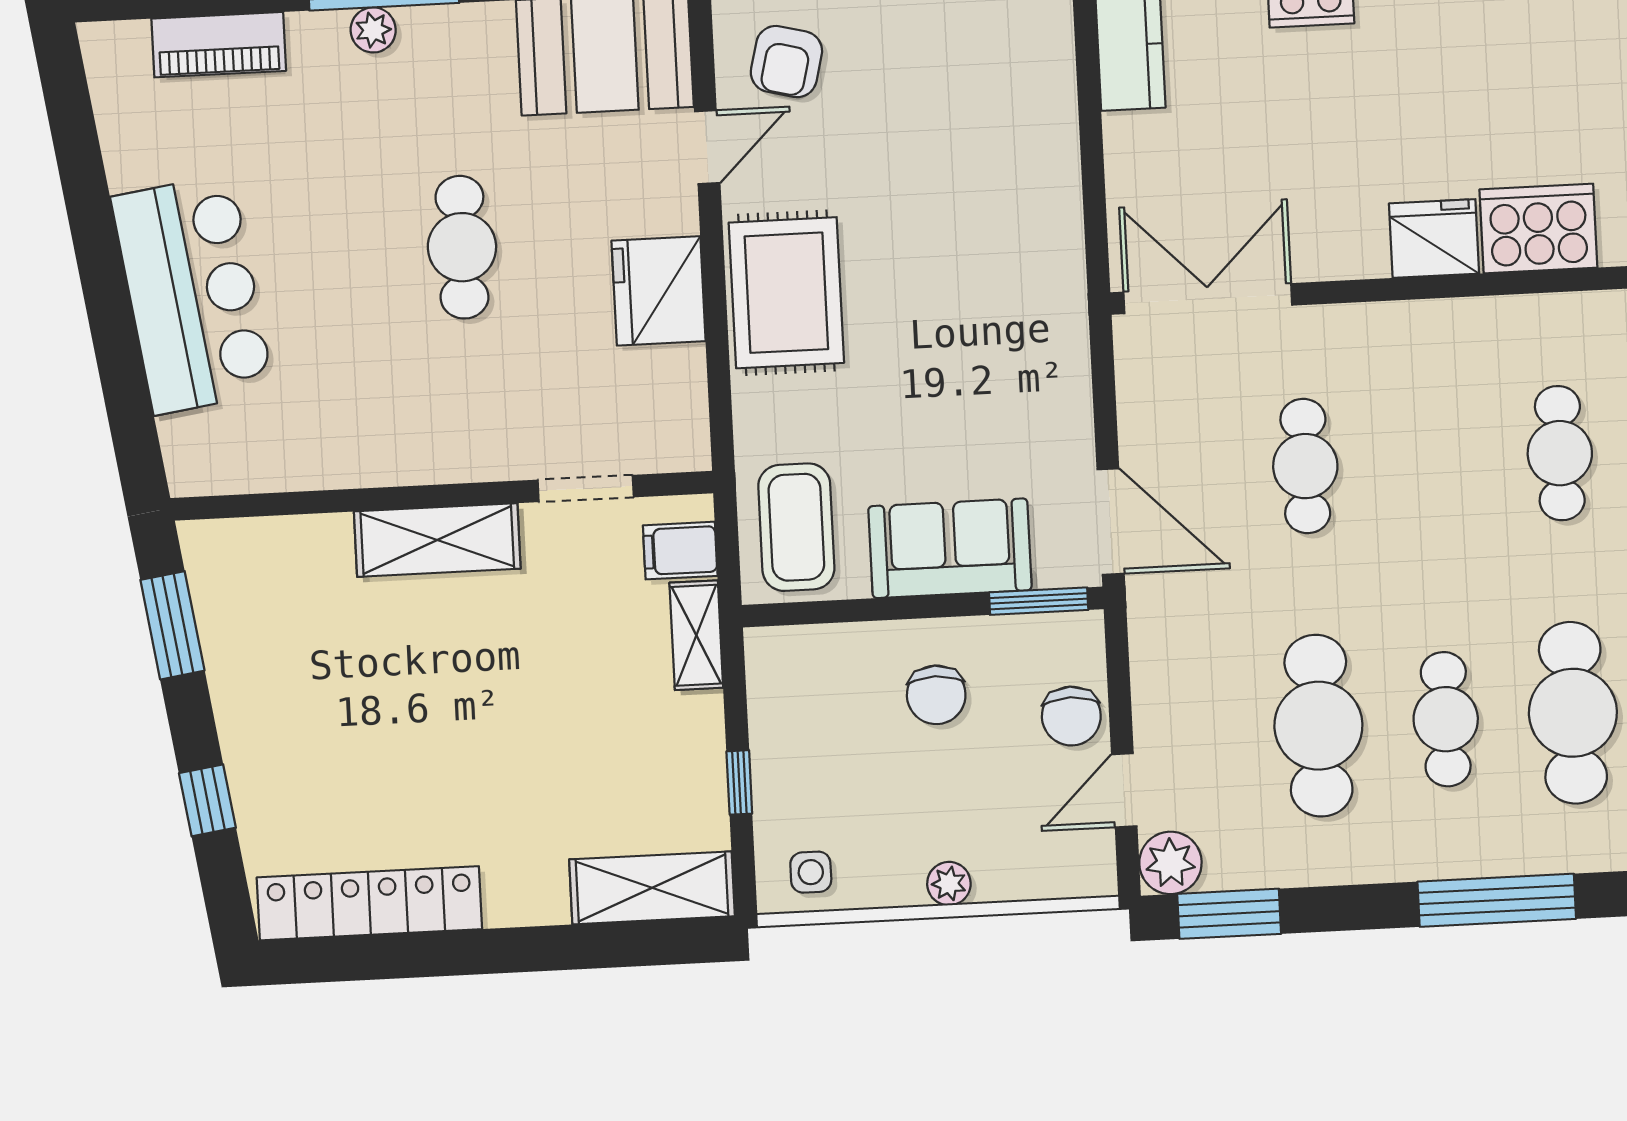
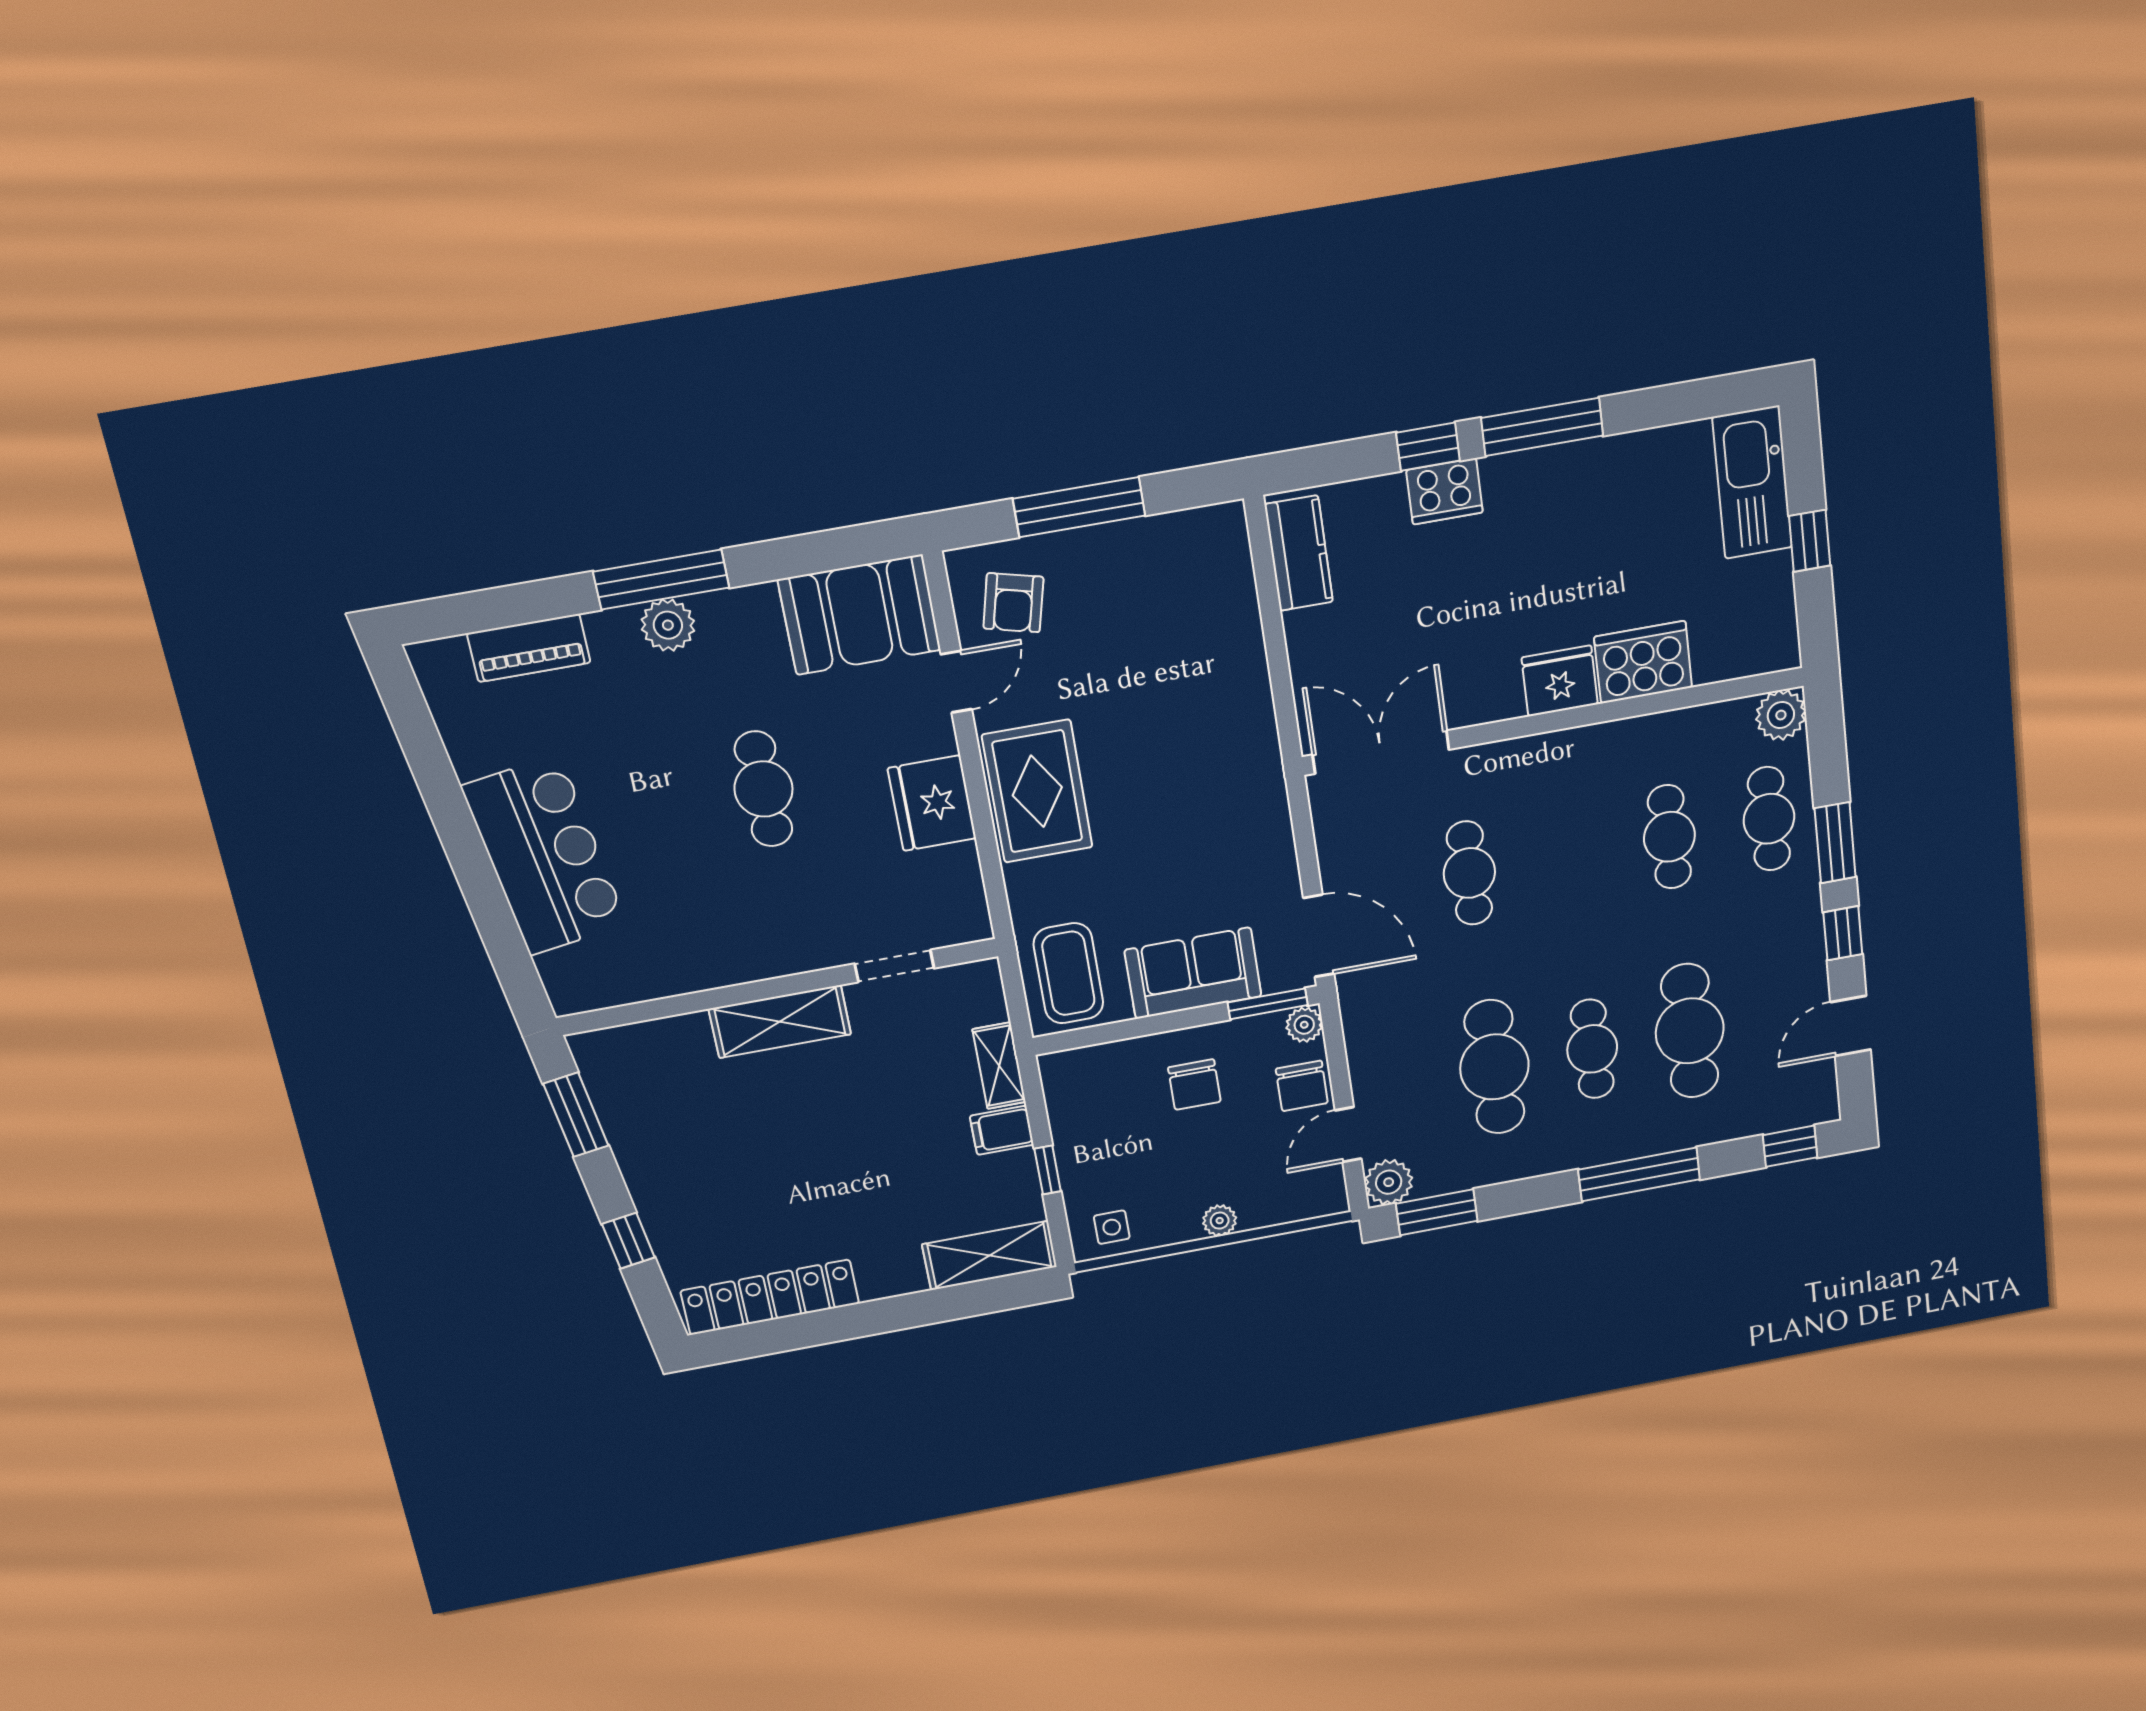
plant: (373, 30) -> (668, 625), width x1.38, depth x1.38
filing cabinet: (680, 551) -> (1002, 1130), moved
plant: (1082, 635) -> (1304, 1025), added

